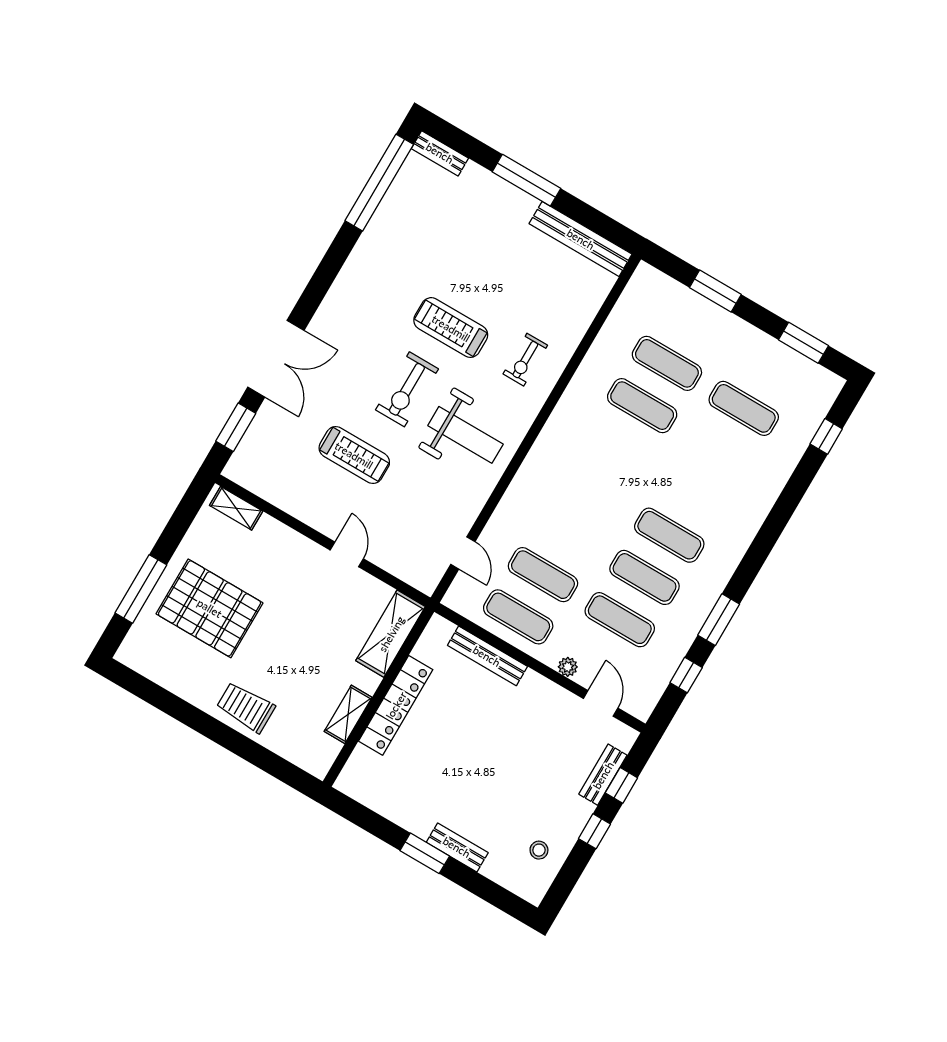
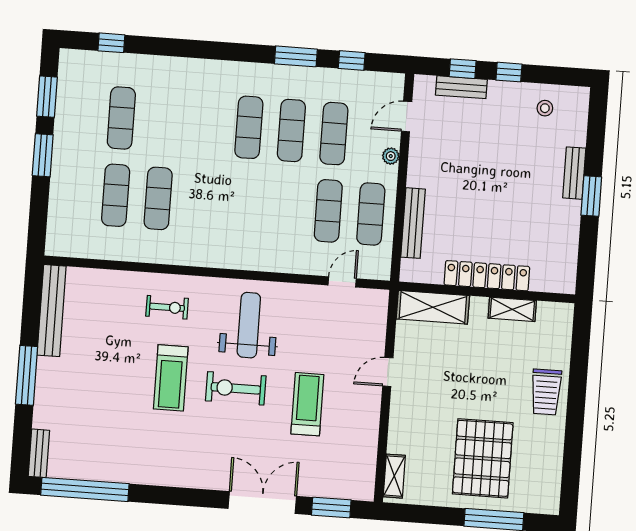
window: (715, 291) -> (43, 155), moved
exercise bike: (407, 389) -> (236, 388), turned 180

